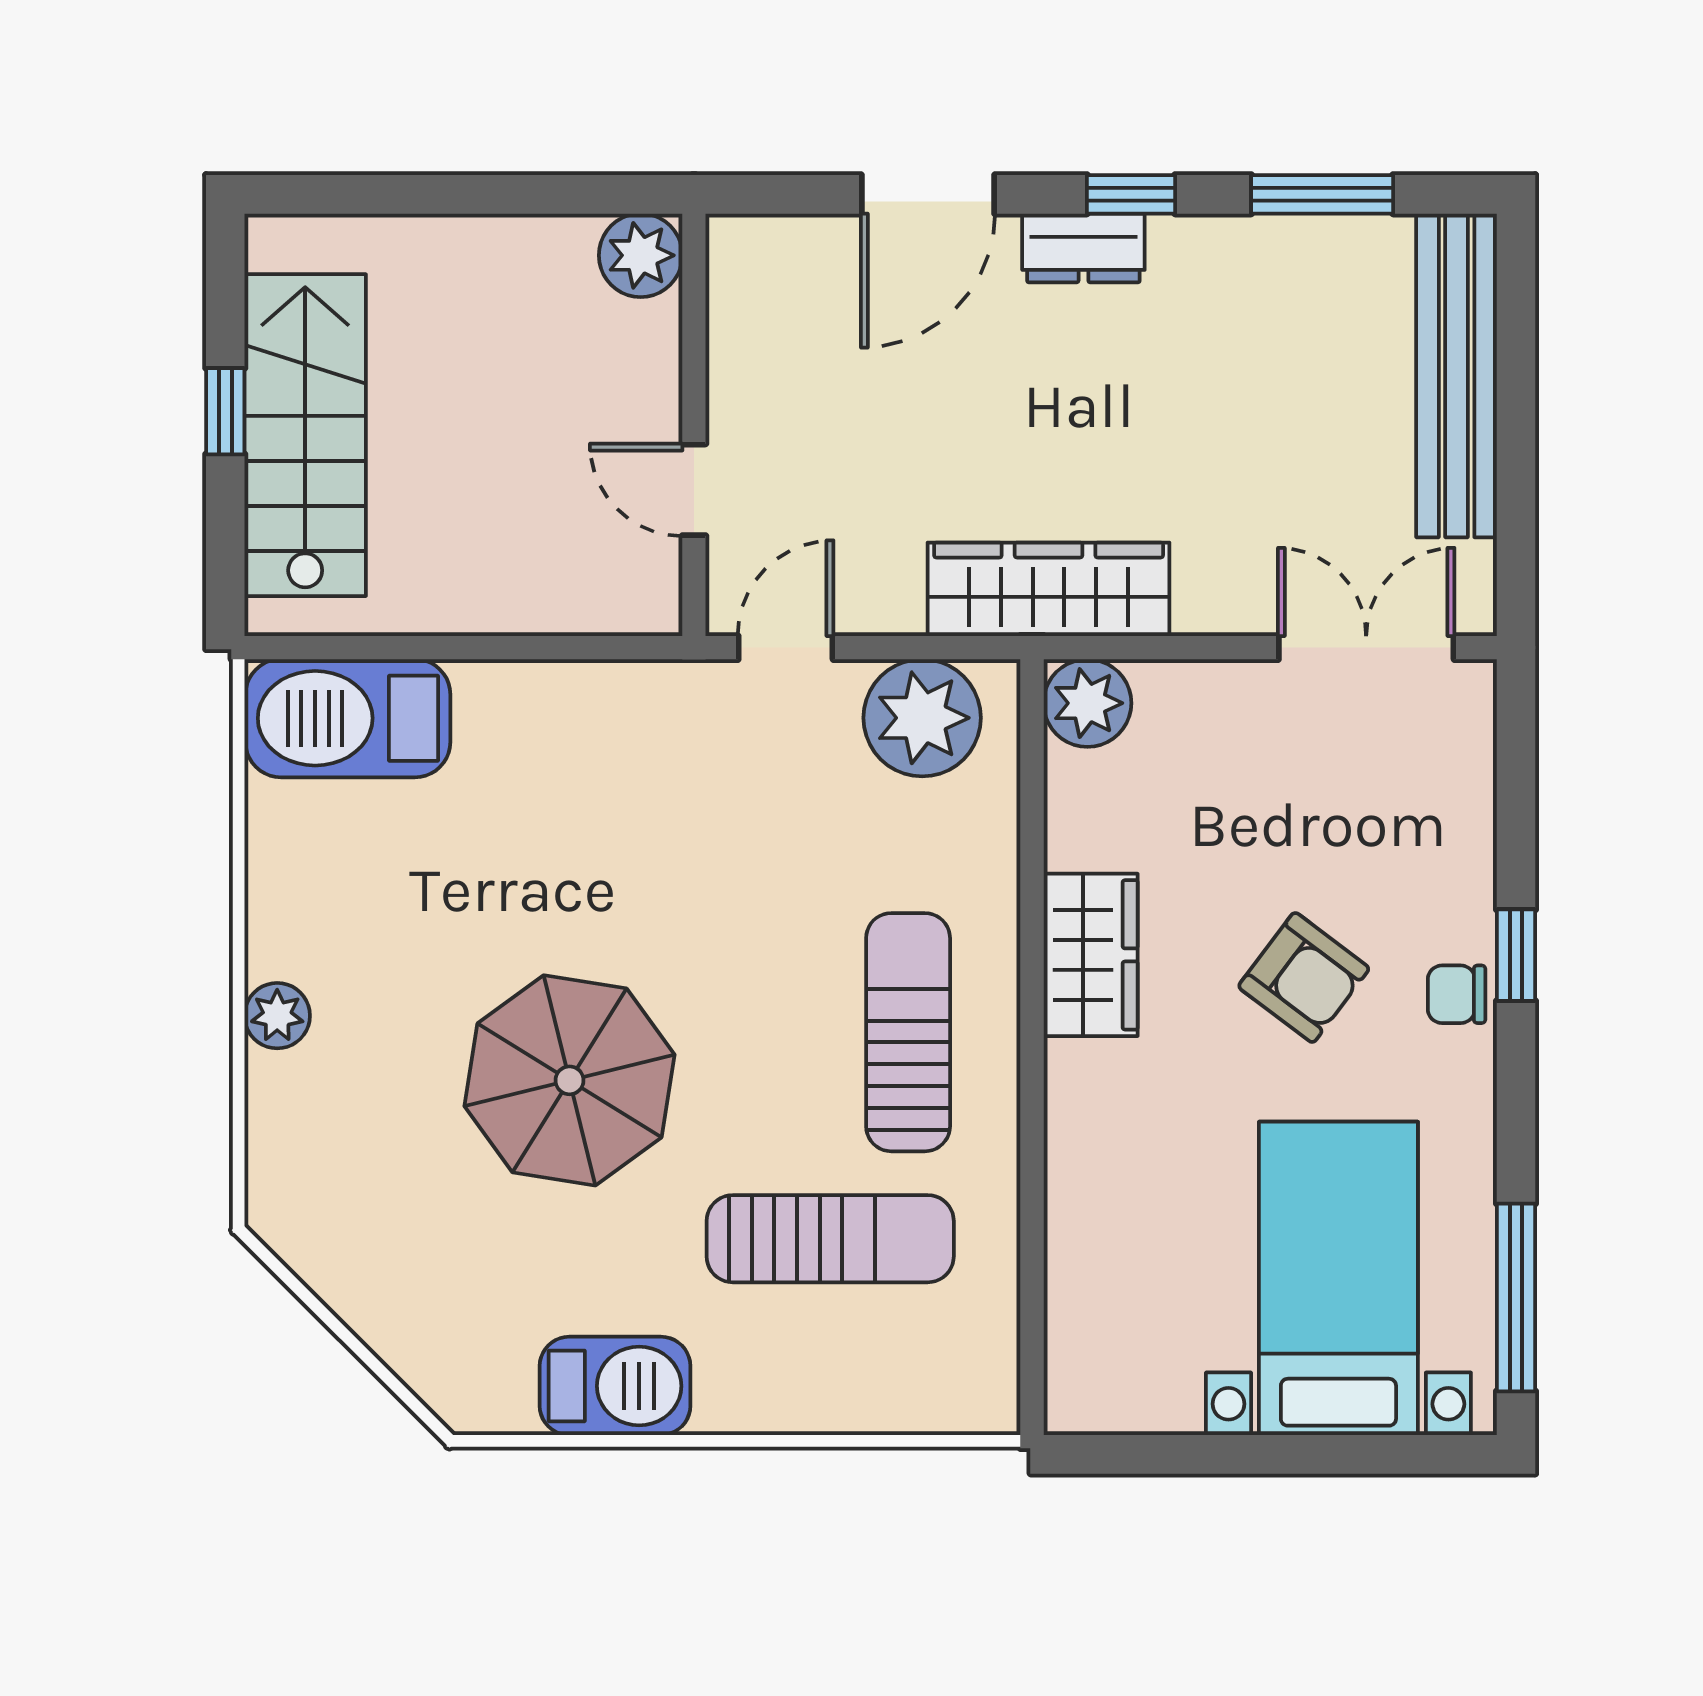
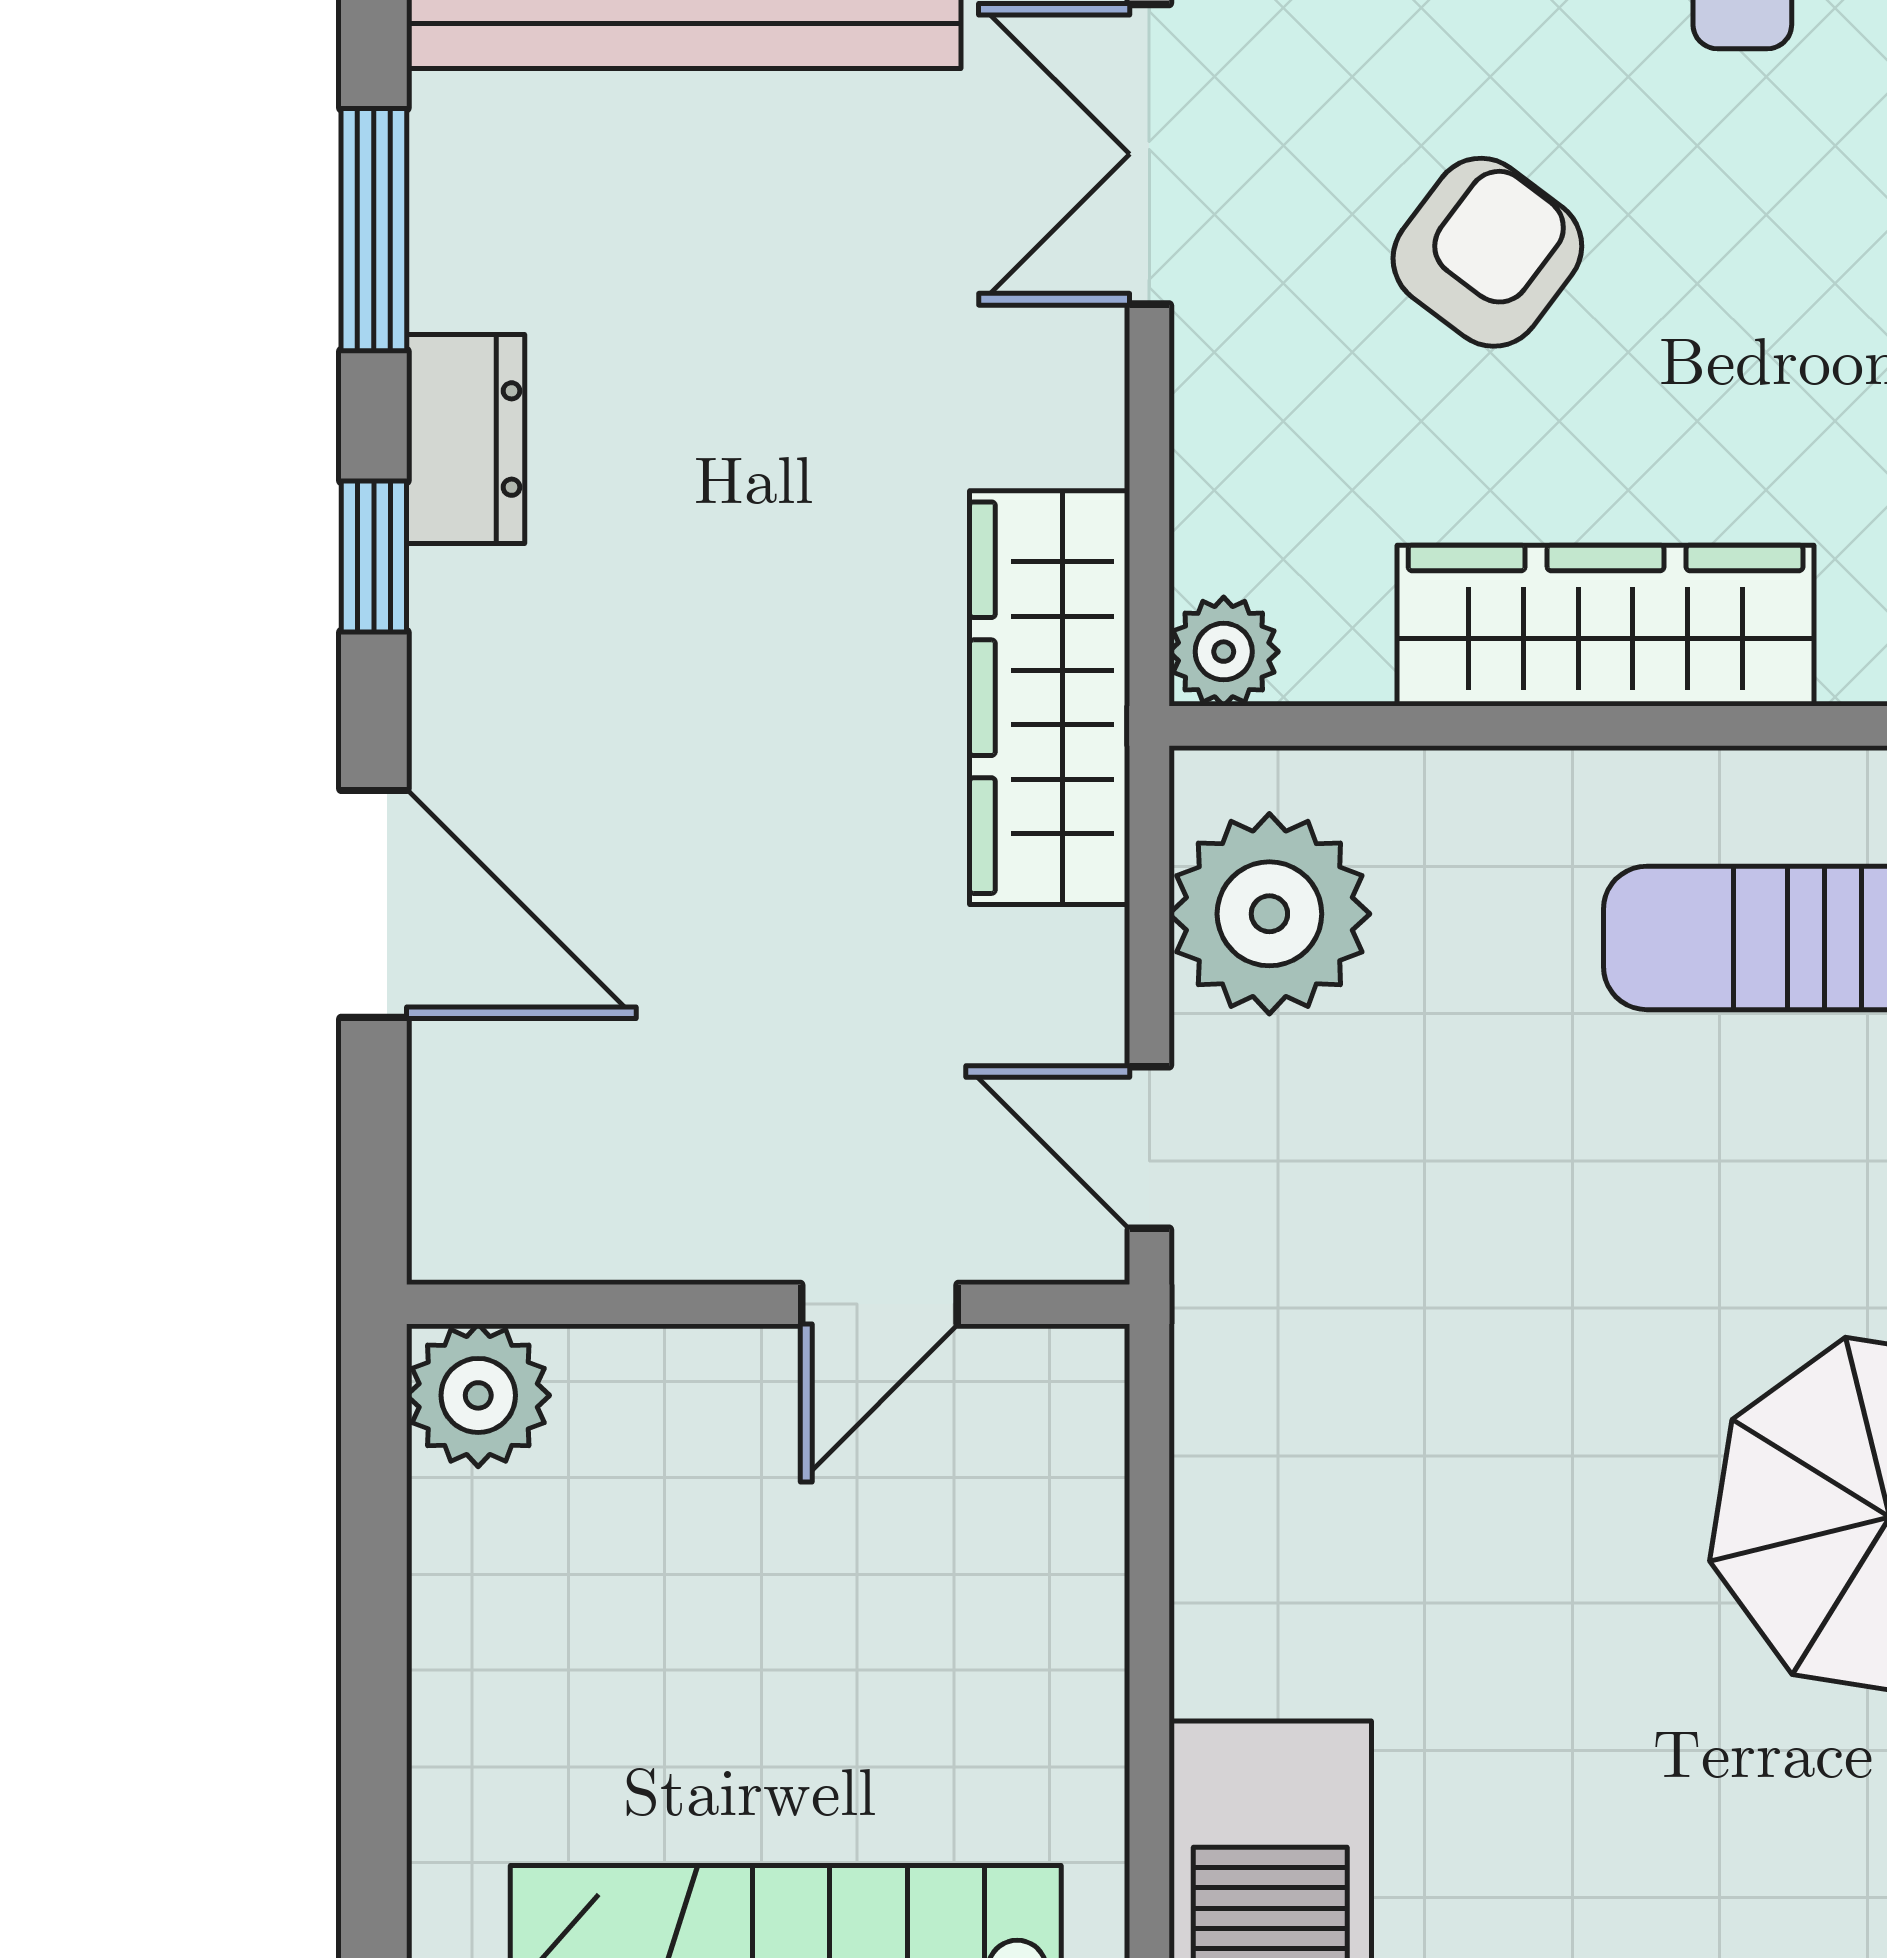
dresser: (1083, 248) -> (466, 439), moved
plant: (1087, 703) -> (1224, 652), width x0.73, depth x0.73
wardrobe: (1091, 955) -> (1606, 626), width x1.50
armchair: (1304, 977) -> (1487, 252), moved

